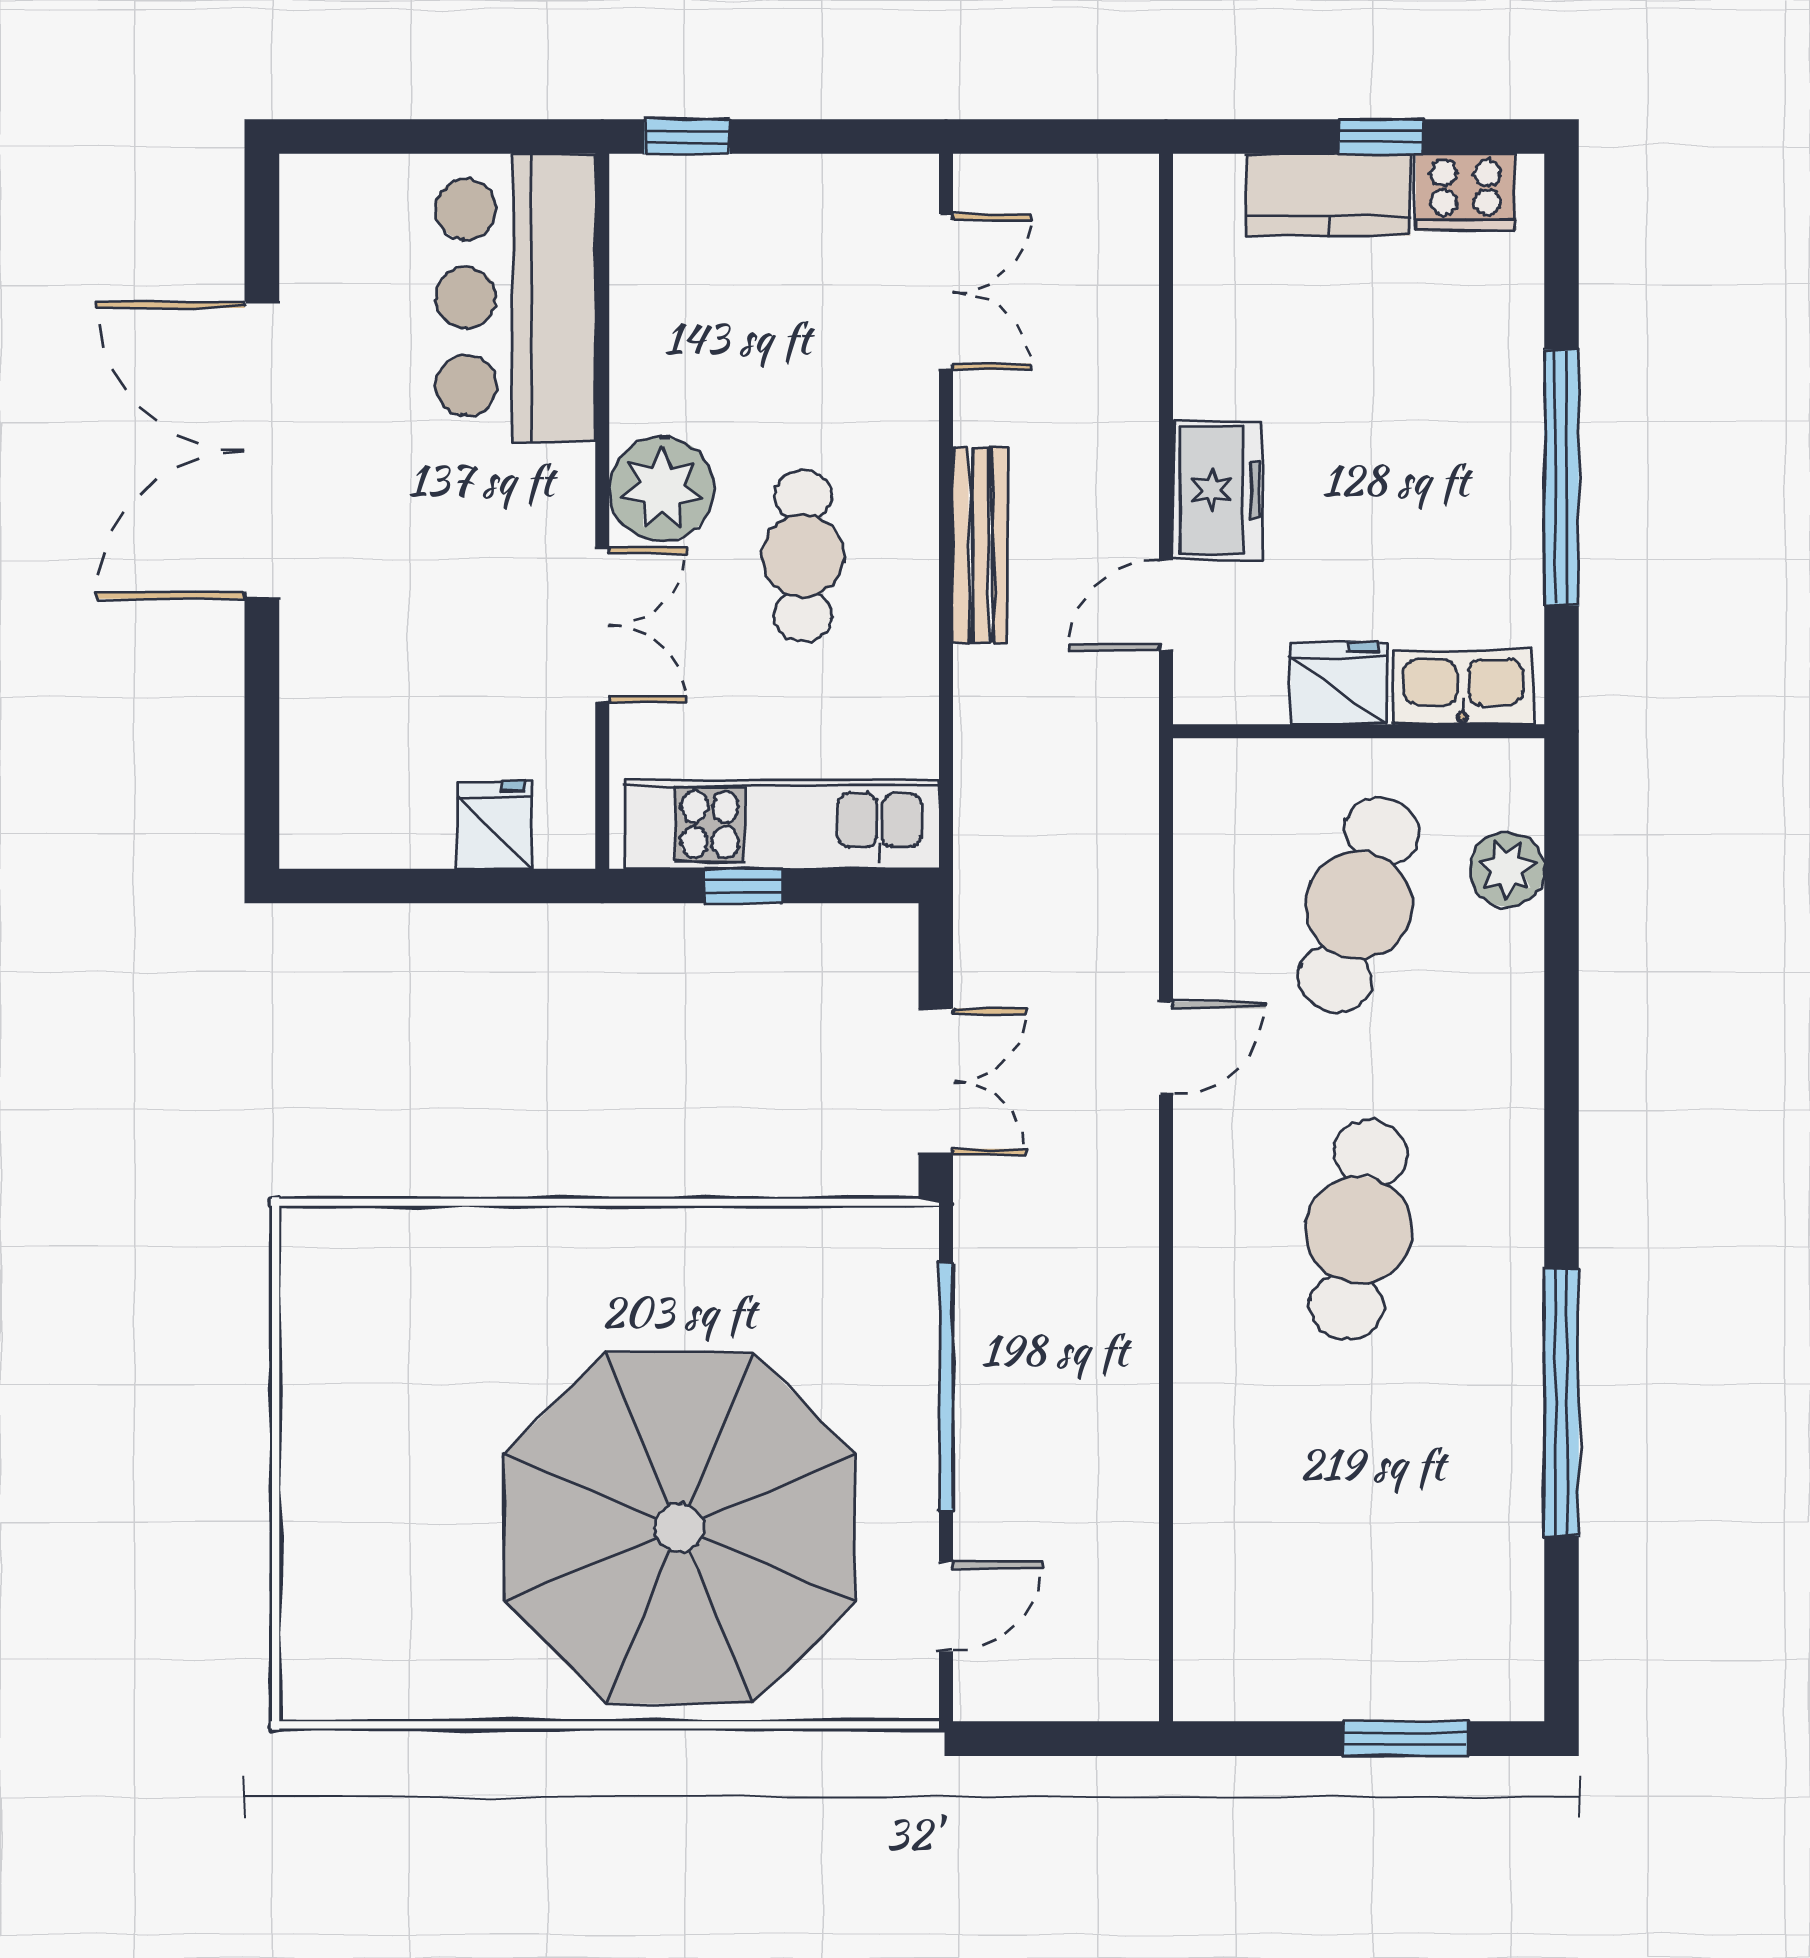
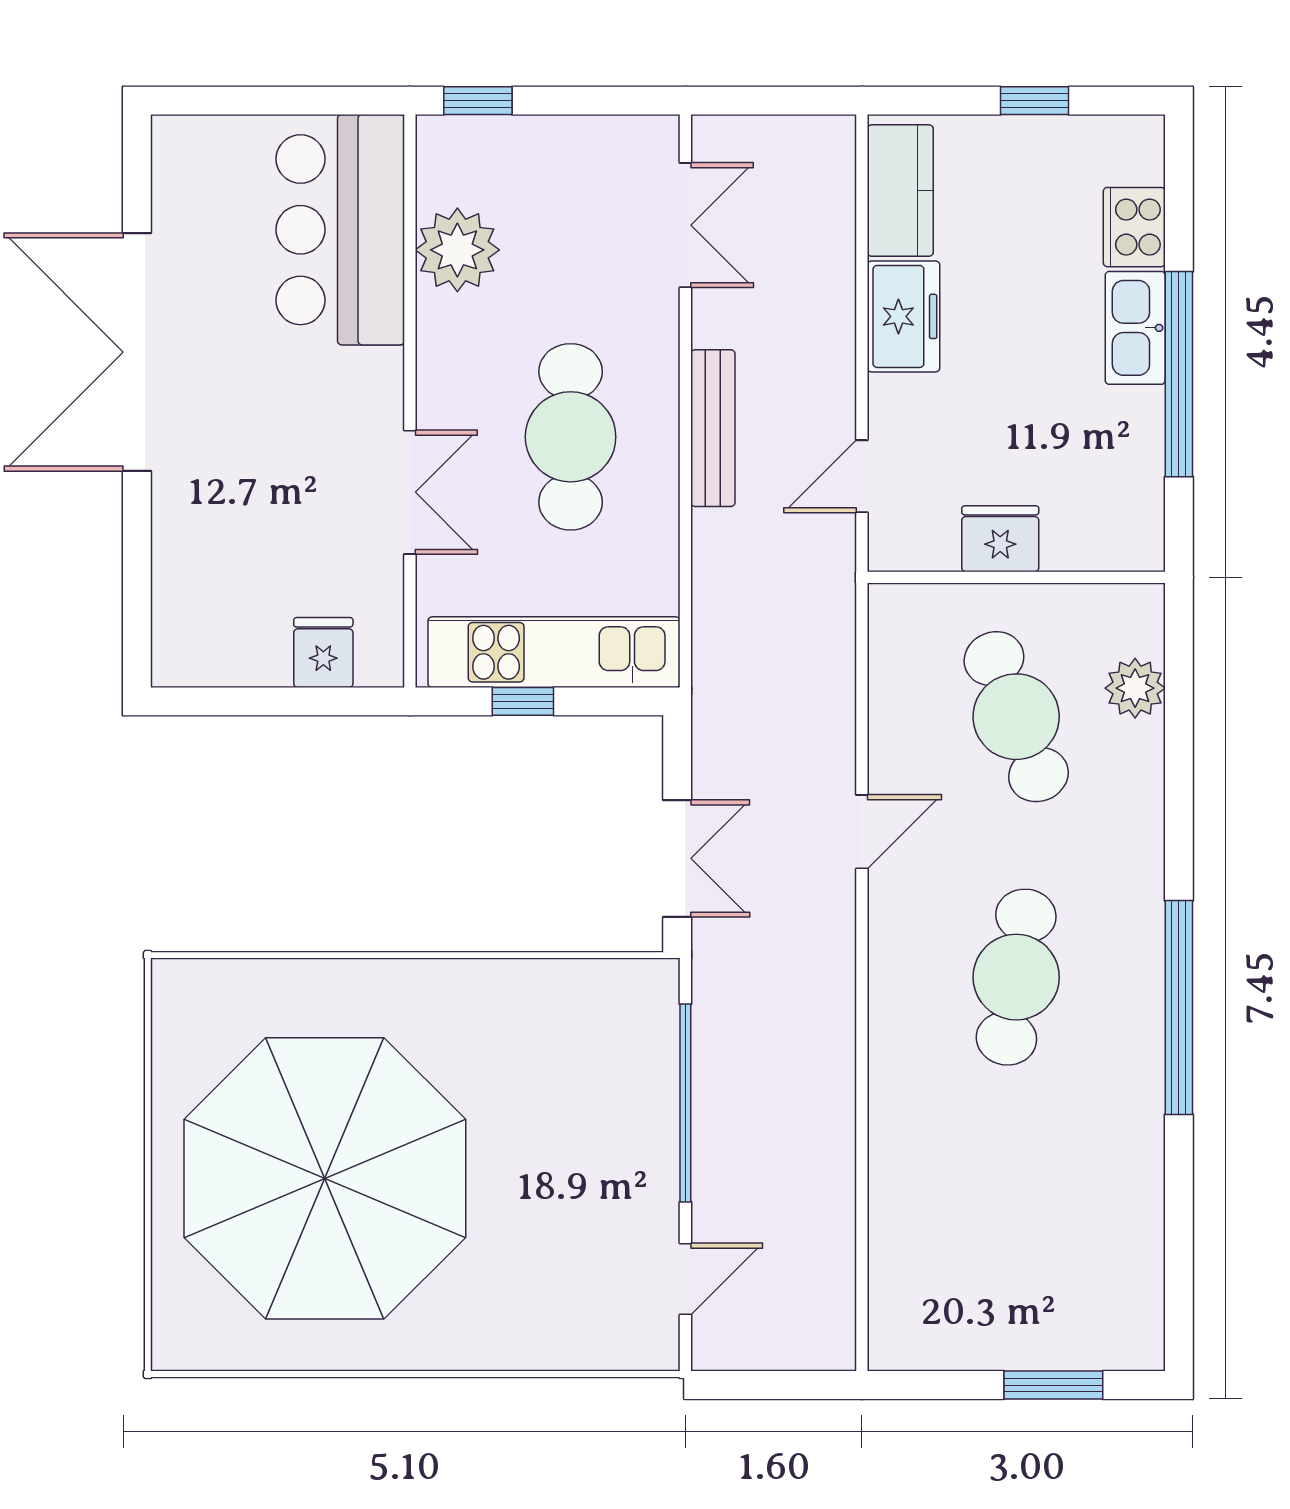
cooker: (1466, 192) -> (1134, 227), moved, turned 90
kitchen counter: (1328, 195) -> (900, 191), moved, turned -90
plant: (662, 489) -> (457, 250), moved
freezer: (1218, 490) -> (903, 316), moved
cafe table: (803, 556) -> (571, 437), width x1.37, depth x1.35
kitchen sink: (1463, 687) -> (1135, 328), moved, turned -90
cafe table: (1359, 905) -> (1016, 717), turned -39
window: (1561, 1402) -> (1179, 1008), moved
parasol: (679, 1528) -> (325, 1178), moved

